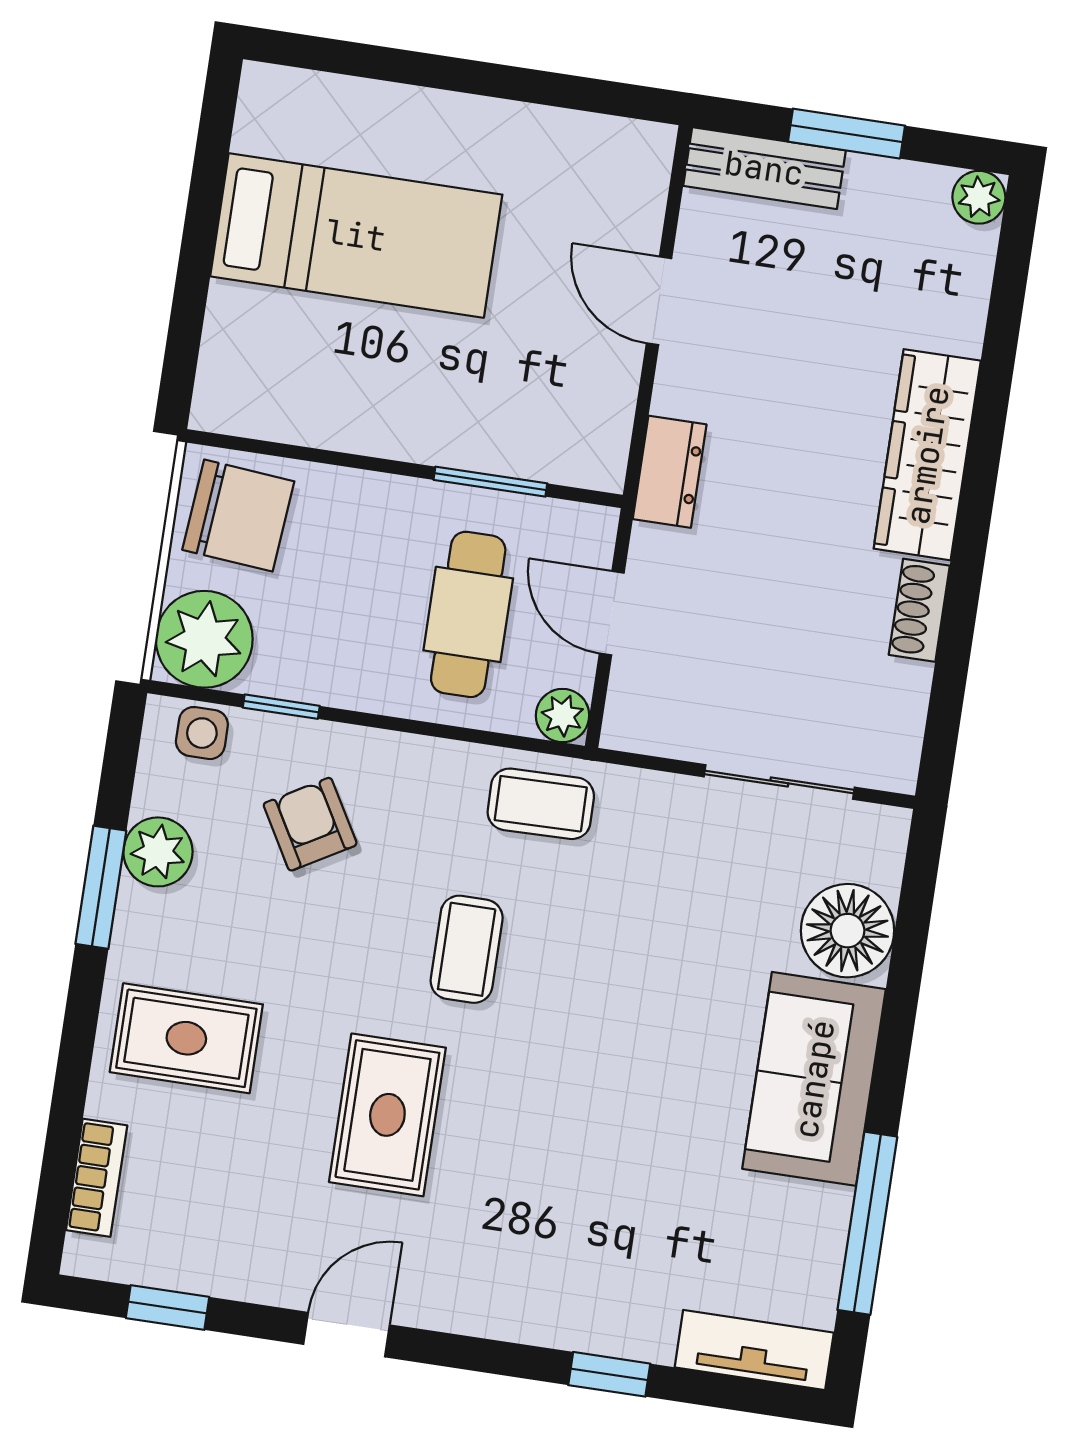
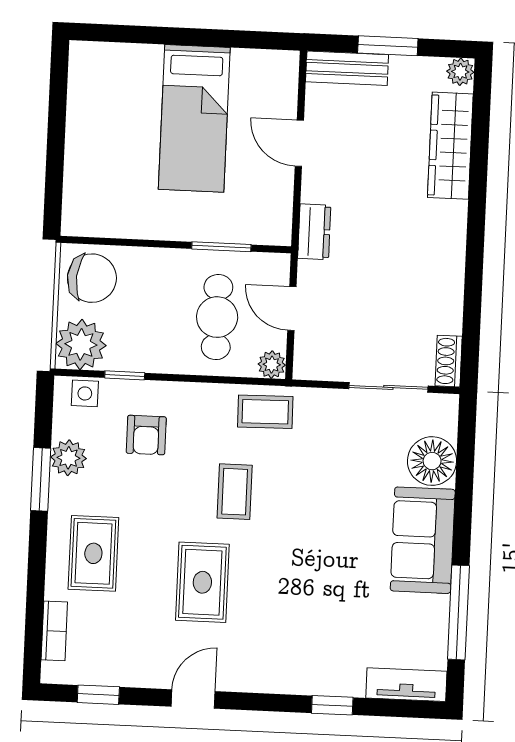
bed: (356, 235) -> (194, 118), moved, turned 90
wardrobe: (927, 455) -> (450, 146), moved
shoe rack: (919, 610) -> (449, 361), moved
armchair: (310, 824) -> (146, 435), turned -150
rug: (186, 1038) -> (93, 553), turned 90

